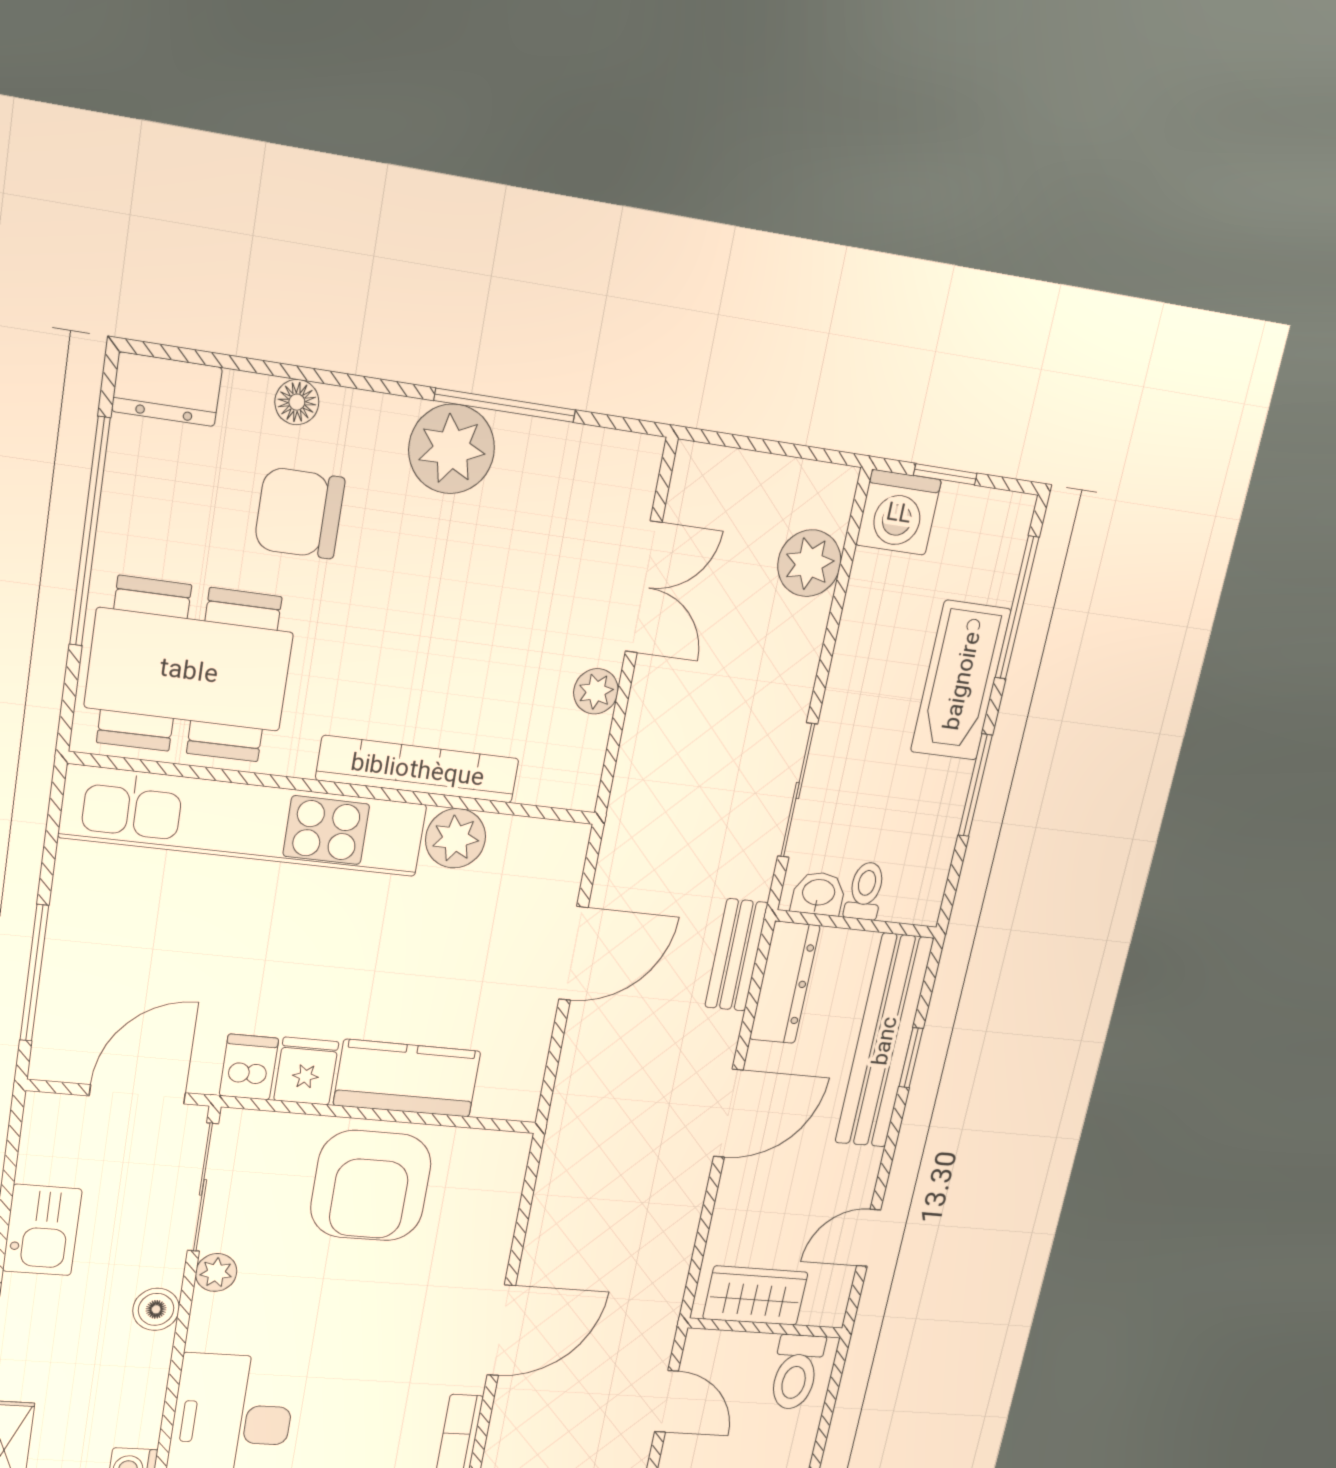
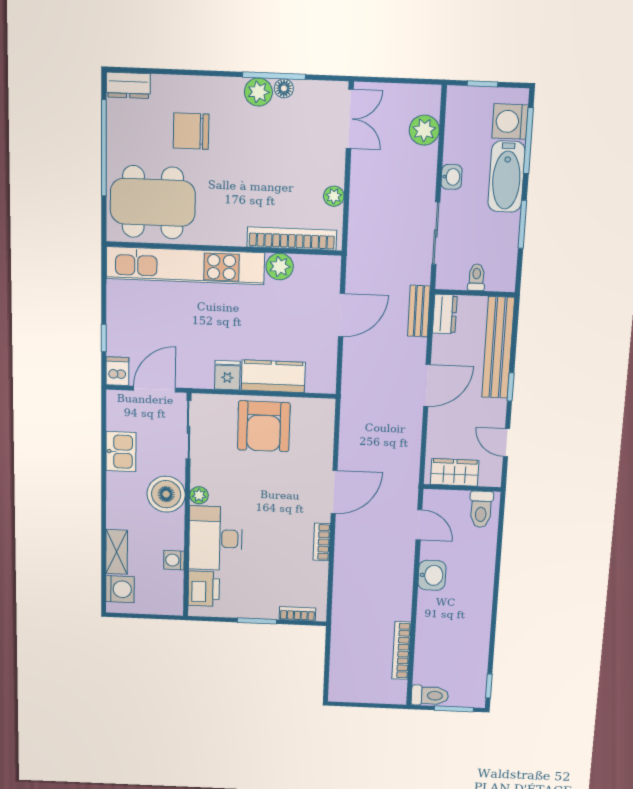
floor lamp: (297, 402) -> (284, 88), moved
plant: (452, 449) -> (258, 92), width x0.73, depth x0.73
washing machine: (899, 512) -> (510, 121), moved, turned 90
double door: (644, 587) -> (350, 119), moved
bookcase: (418, 769) -> (292, 239), moved
washbasin: (818, 894) -> (452, 177), moved, turned 90
window: (34, 973) -> (104, 338), width x0.46
dresser: (785, 983) -> (445, 314), width x0.70
window: (911, 1058) -> (511, 387), moved
dishwasher: (249, 1067) -> (117, 371), moved
door: (869, 1238) -> (507, 443), hinge flipped
plant: (216, 1273) -> (199, 495), moved
boiler: (156, 1309) -> (166, 494), width x1.86, depth x1.86

